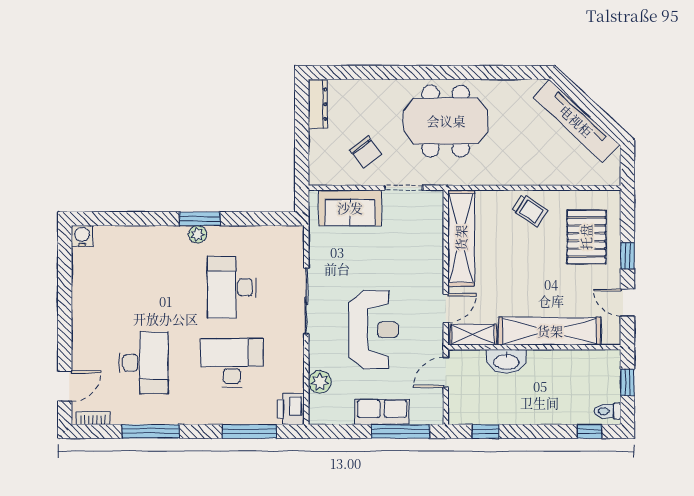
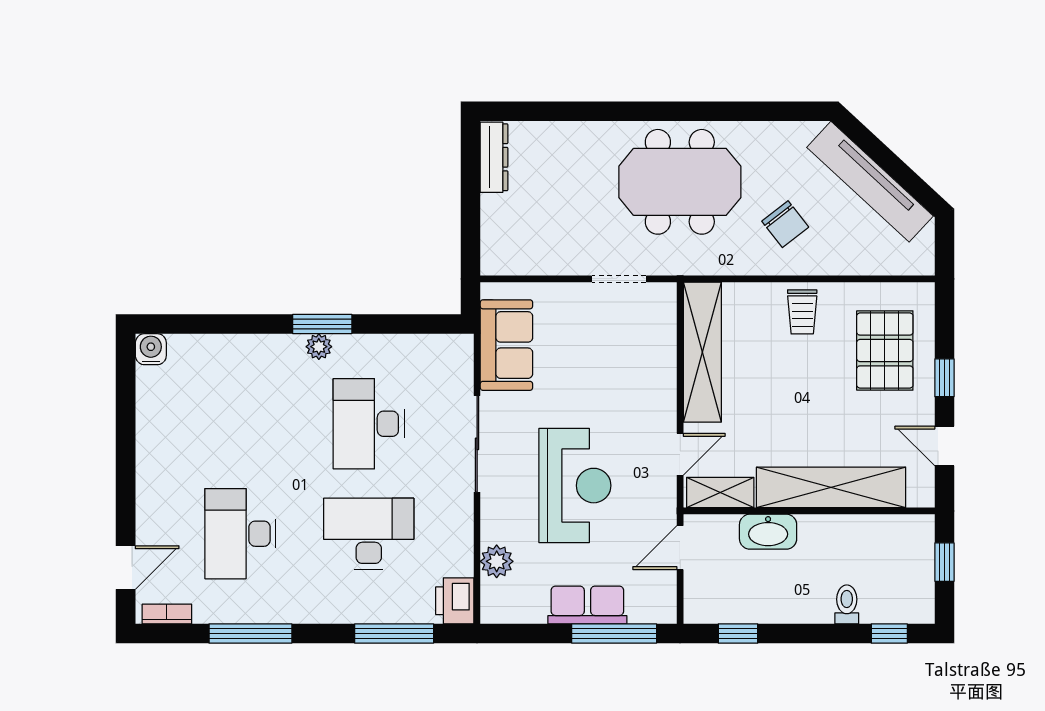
chair: (366, 152) -> (785, 224), moved
sofa: (350, 208) -> (506, 345), moved, turned -90
trolley: (530, 210) -> (802, 312), turned 57
desk: (144, 363) -> (240, 534), turned 180
toilet: (607, 411) -> (847, 604), moved, turned 90

